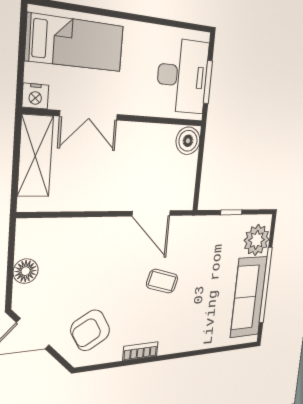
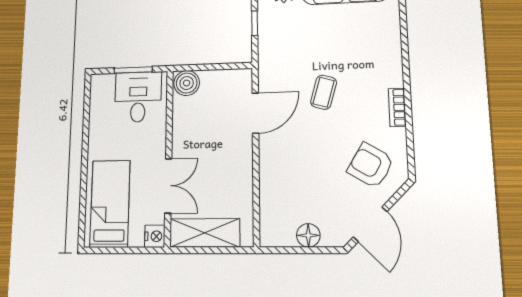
desk: (182, 76) -> (138, 97), width x0.73
armchair: (90, 330) -> (371, 165), turned 151

